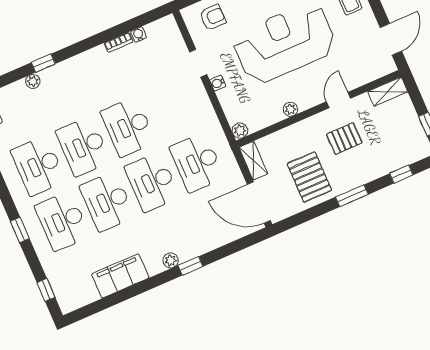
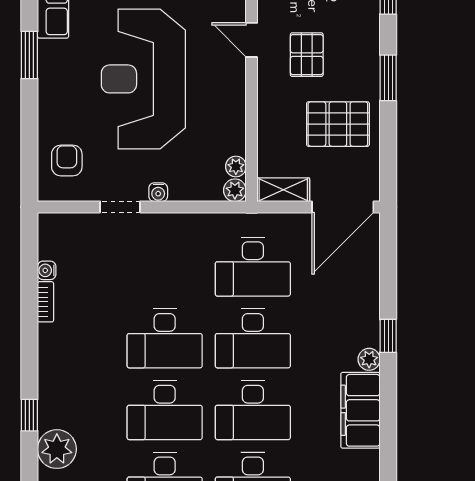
plant: (33, 81) -> (57, 449), width x1.87, depth x1.87
plant: (290, 109) -> (236, 166), moved
filing cabinet: (120, 276) -> (360, 410), moved

